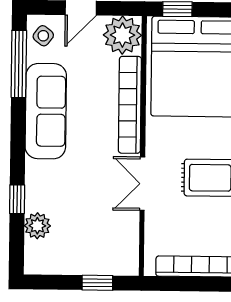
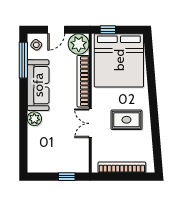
window: (17, 199) -> (23, 132), removed
plant: (37, 226) -> (34, 119), moved

